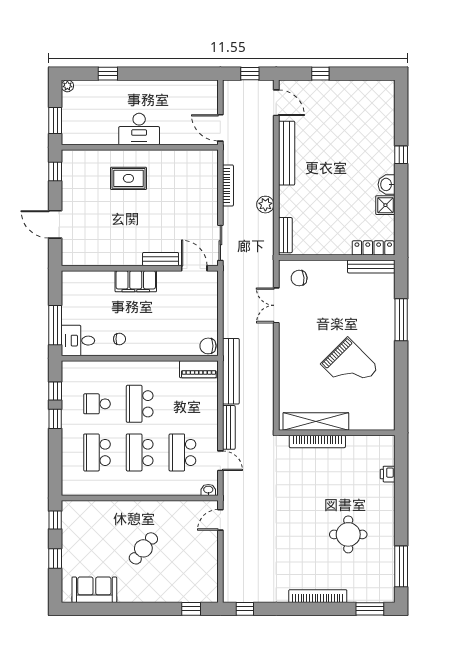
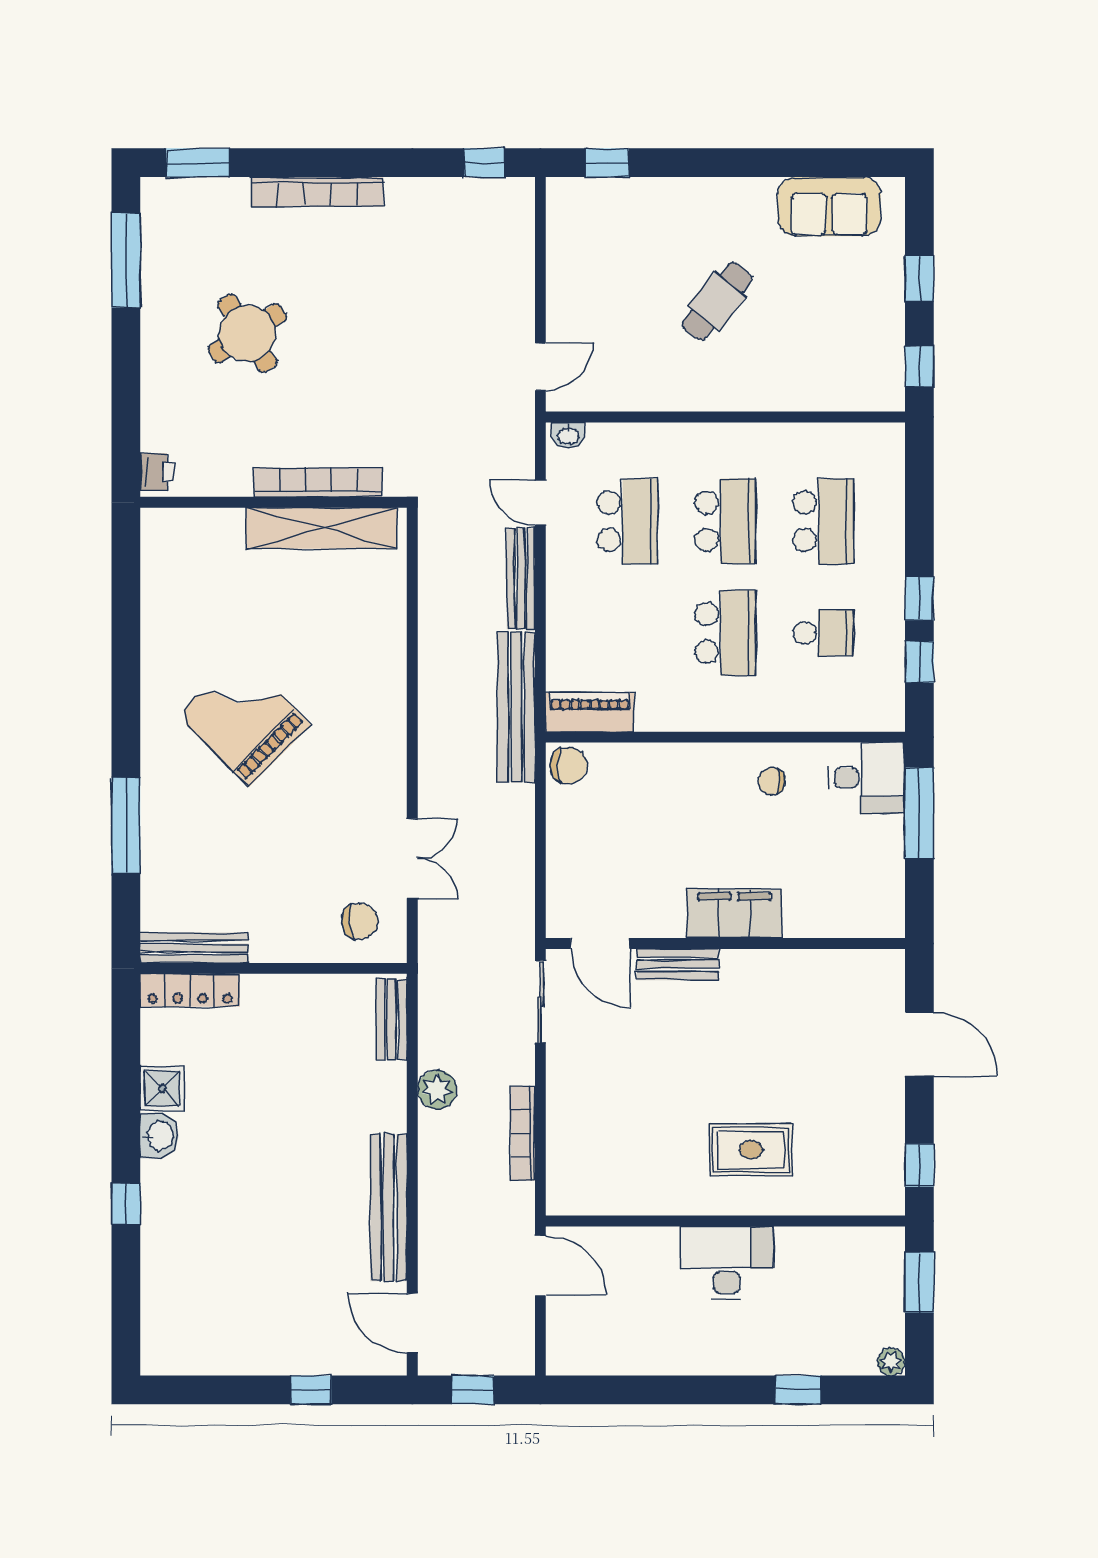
shelving: (316, 422) -> (321, 528), moved
wall: (337, 433) -> (274, 502), moved
bookcase: (317, 441) -> (318, 482), moved
round table: (348, 534) -> (247, 333), turned -33

